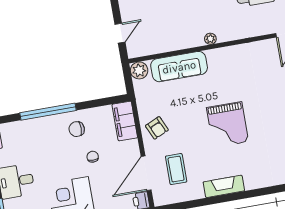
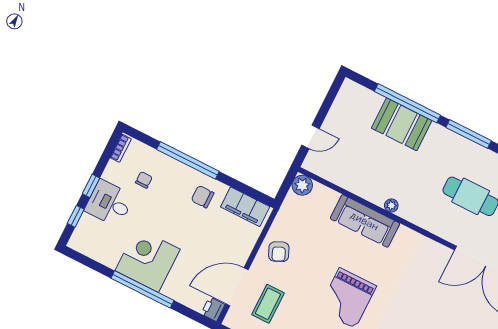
sofa: (179, 67) -> (365, 221), moved
filing cabinet: (125, 121) -> (245, 207), moved, turned -90
chair: (93, 157) -> (144, 180), moved

